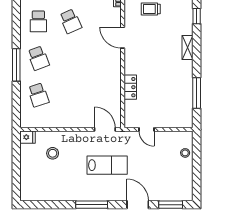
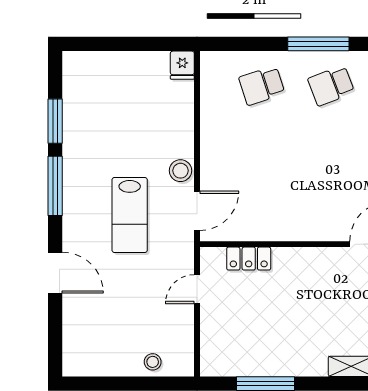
locker: (130, 87) -> (249, 259), moved
stool: (53, 153) -> (180, 171), moved
door: (138, 205) -> (55, 273), hinge flipped
window: (171, 205) -> (55, 121), moved

